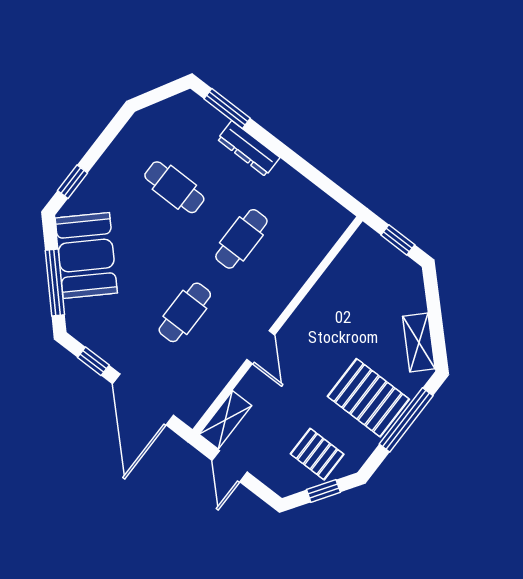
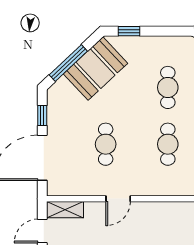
cafe table: (241, 239) -> (168, 144), turned 90
cafe table: (185, 312) -> (106, 144), turned 90

